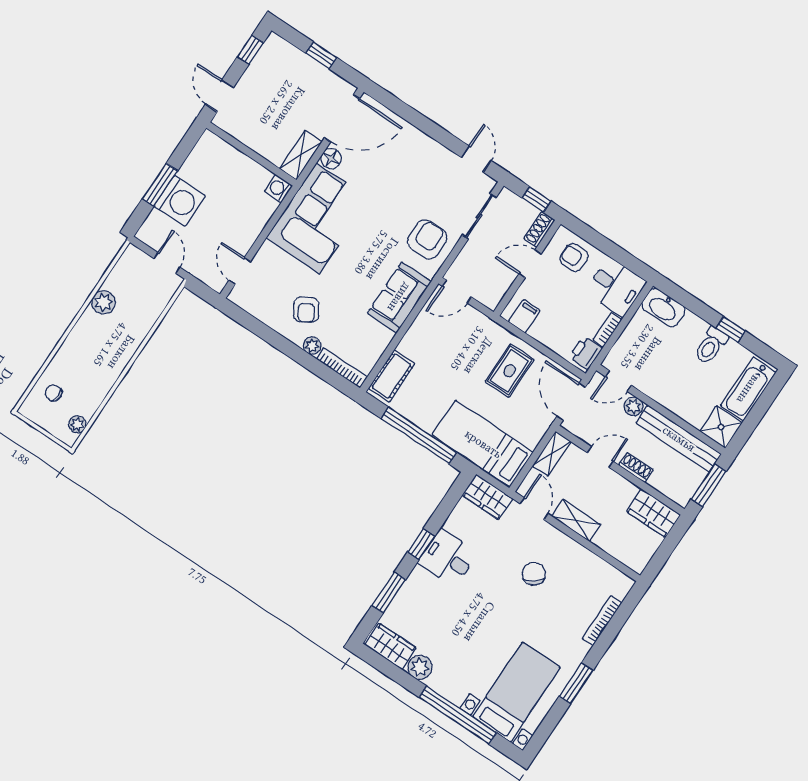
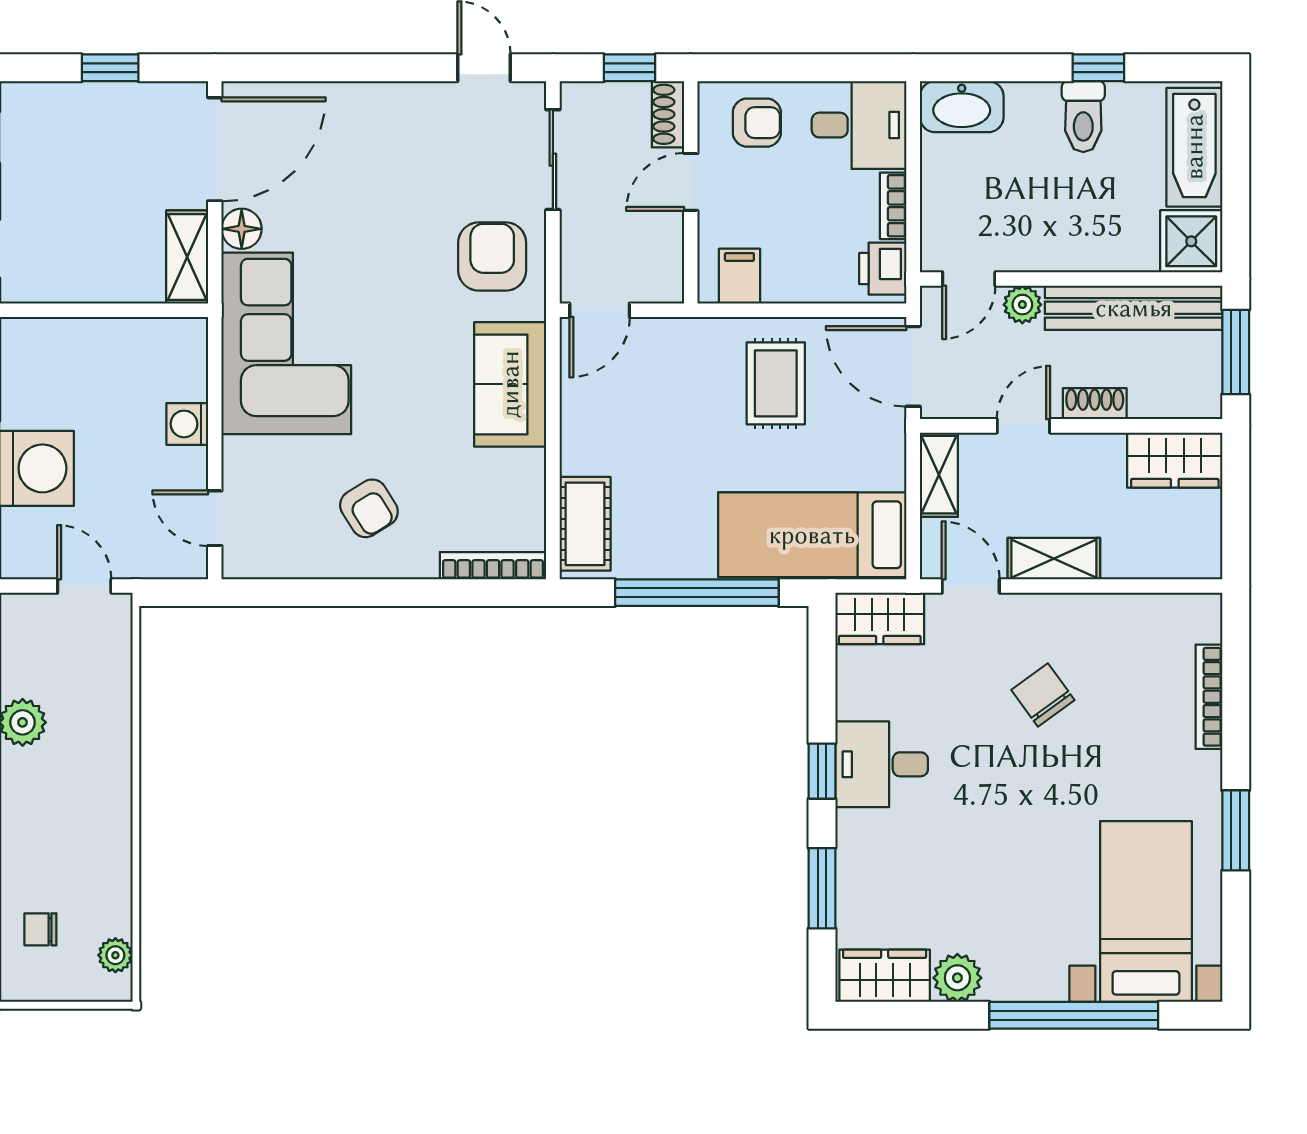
washing machine: (278, 189) -> (187, 424), moved
armchair: (574, 257) -> (757, 123), turned 180
plant: (312, 346) -> (419, 562), removed

